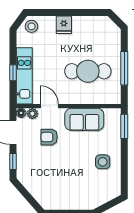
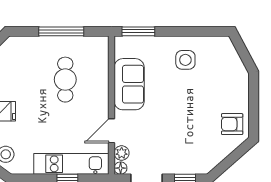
cafe table: (88, 71) -> (65, 80), width x0.73, depth x0.74
armchair: (49, 137) -> (232, 124), moved, turned 90

